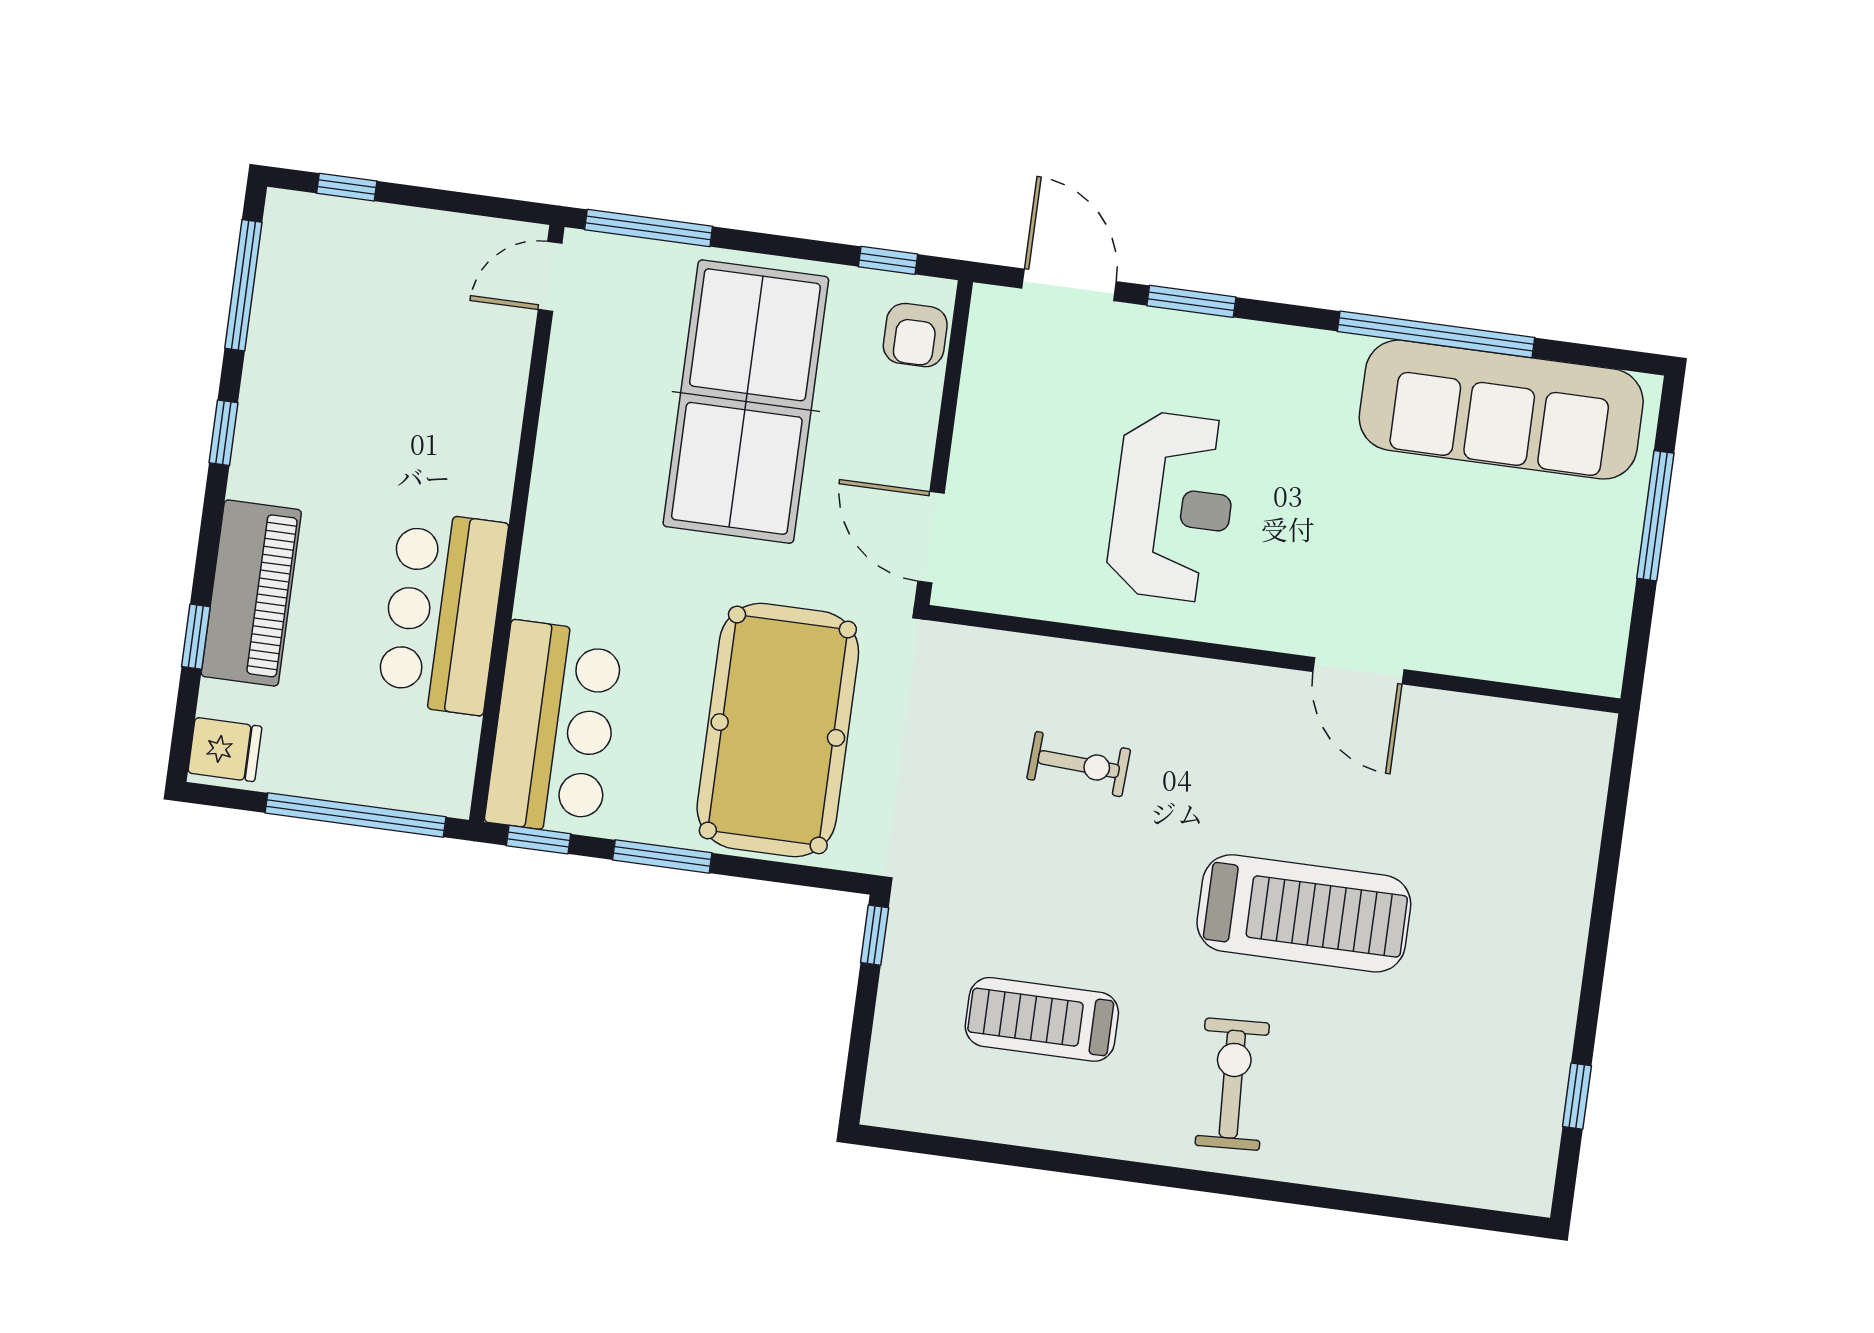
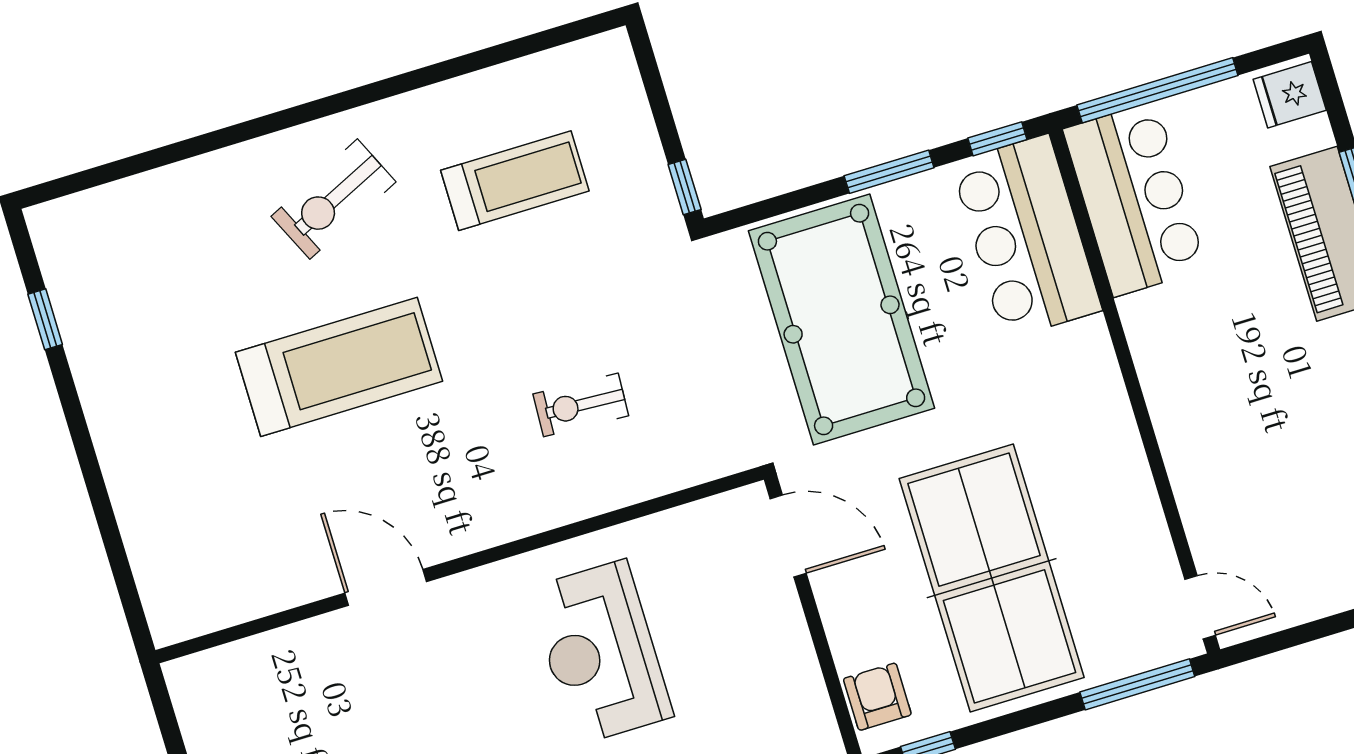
door: (550, 276) -> (1200, 607), hinge flipped
bar counter: (442, 613) -> (1135, 199), moved
treadmill: (1304, 913) -> (339, 367), turned 180
exercise bike: (1232, 1084) -> (334, 199), turned 68

